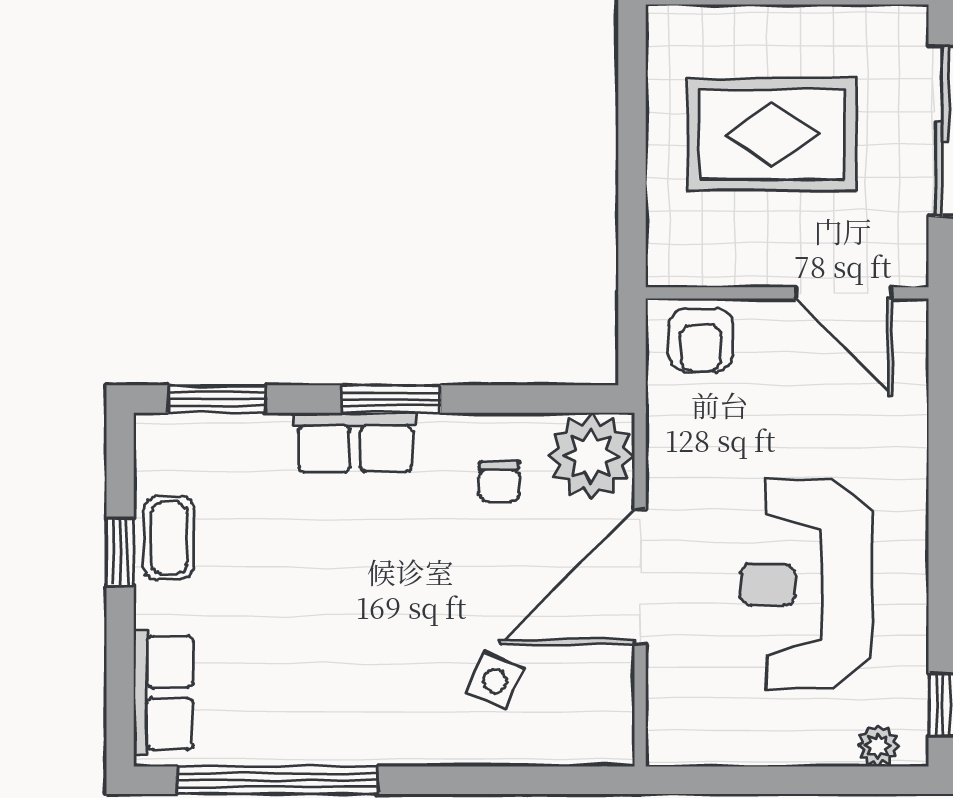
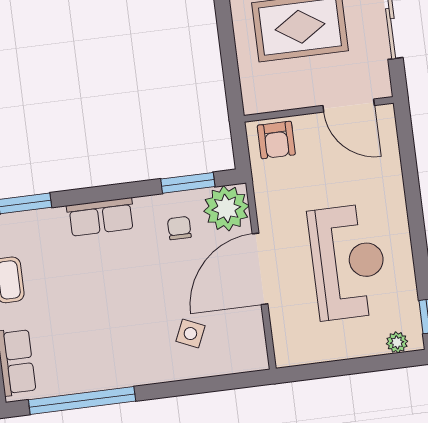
window: (392, 399) -> (188, 183), moved
chair: (499, 482) -> (179, 228), turned 180
reception desk: (806, 585) -> (348, 262), turned 180

